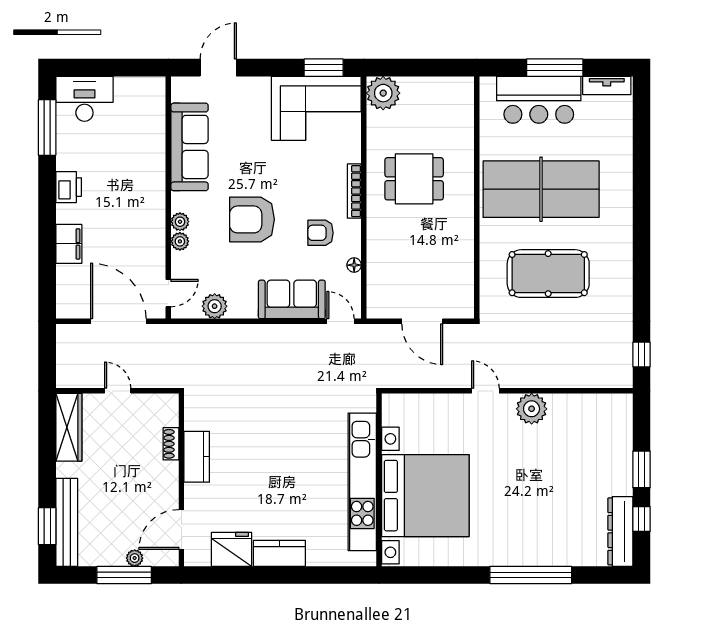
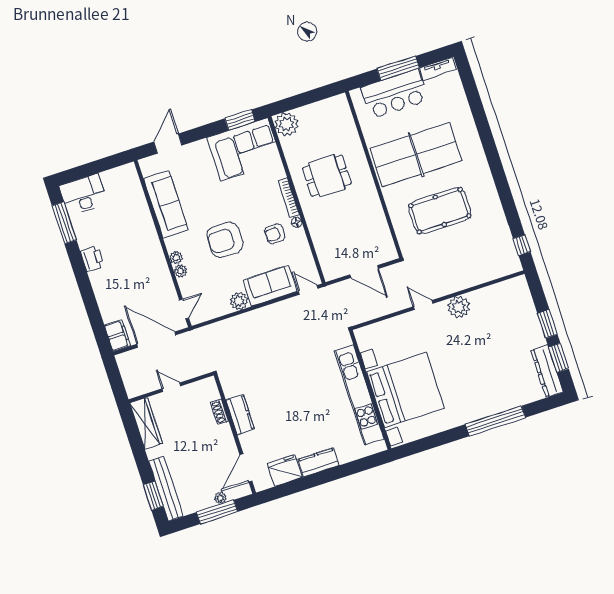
filing cabinet: (69, 244) -> (117, 335), moved
floor lamp: (354, 265) -> (297, 222), moved
plant: (215, 306) -> (239, 301), moved
window: (641, 519) -> (559, 358), width x1.50

